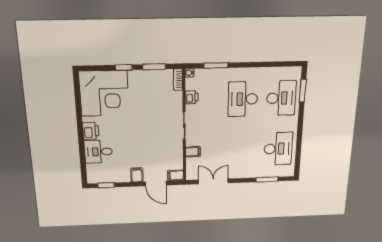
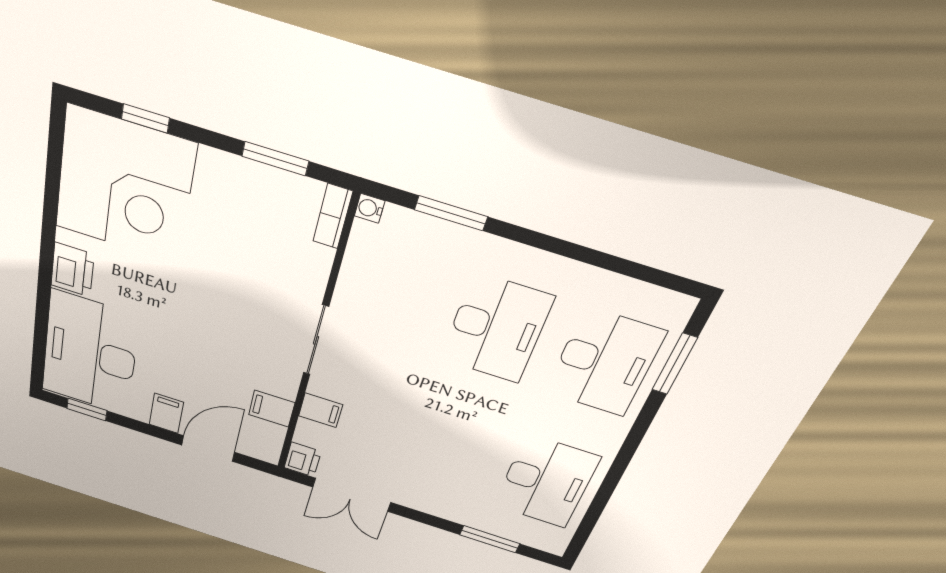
window: (124, 67) -> (145, 118), moved
printer: (191, 97) -> (303, 460), moved
desk: (243, 99) -> (496, 328), turned 180
desk: (98, 152) -> (90, 354), width x1.87, depth x1.30
filing cabinet: (176, 175) -> (272, 409), moved
double door: (213, 181) -> (352, 495), swing flipped
door: (156, 183) -> (208, 449), swing flipped

